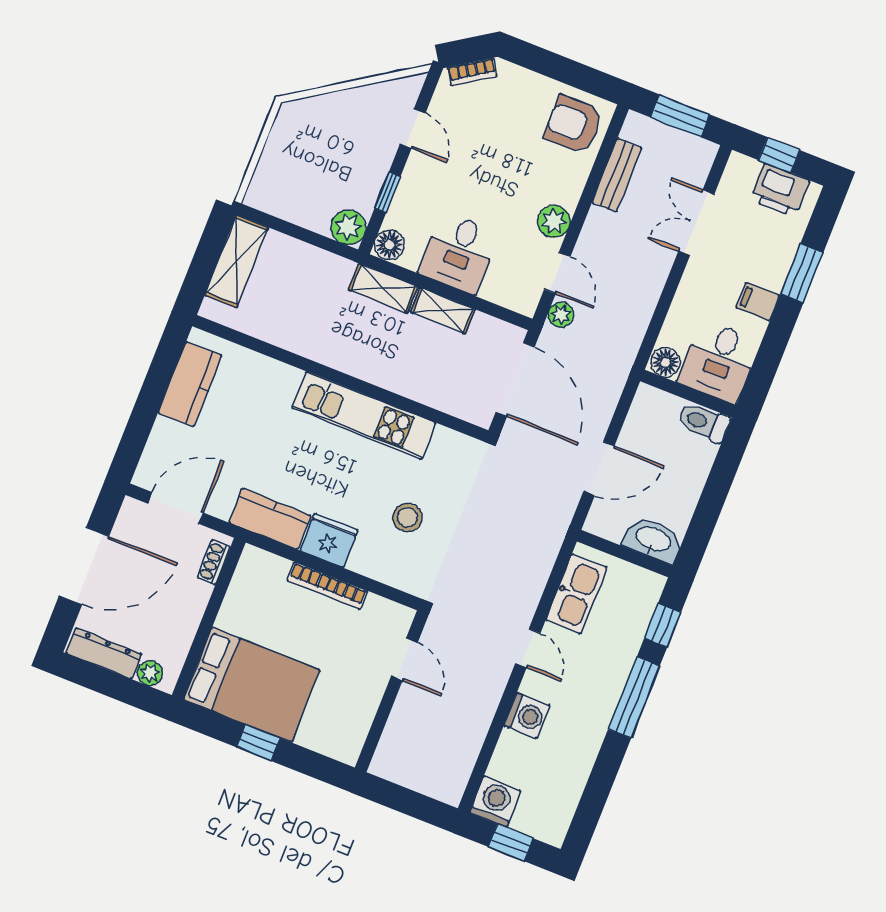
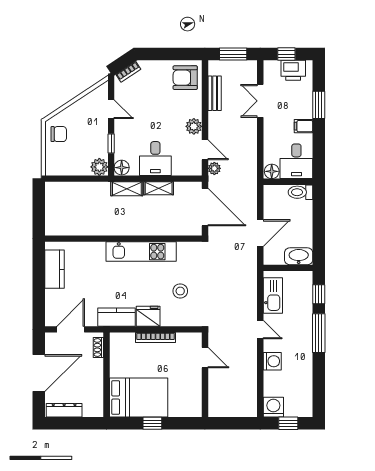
chair: (297, 136) -> (59, 134), added
shelving: (237, 261) -> (54, 203), removed
plant: (150, 673) -> (89, 411), removed

